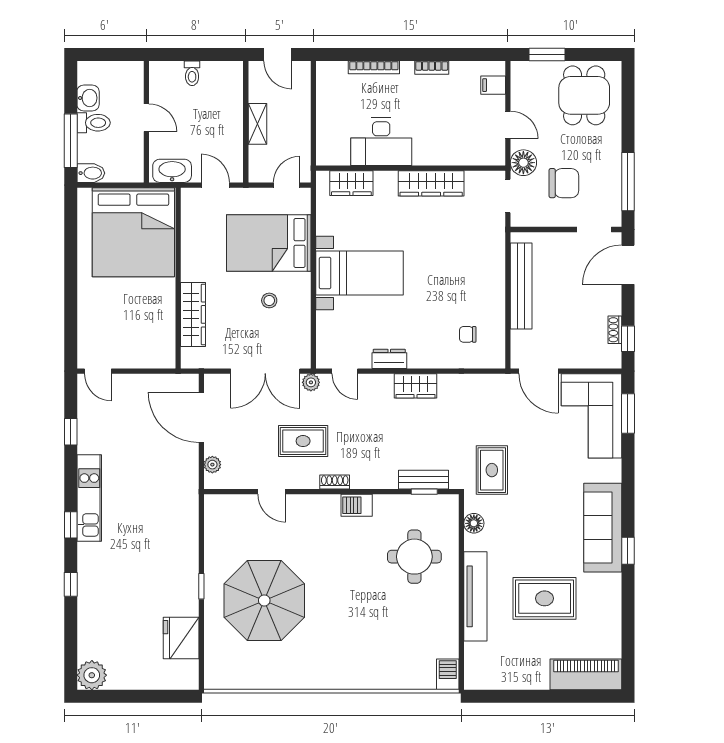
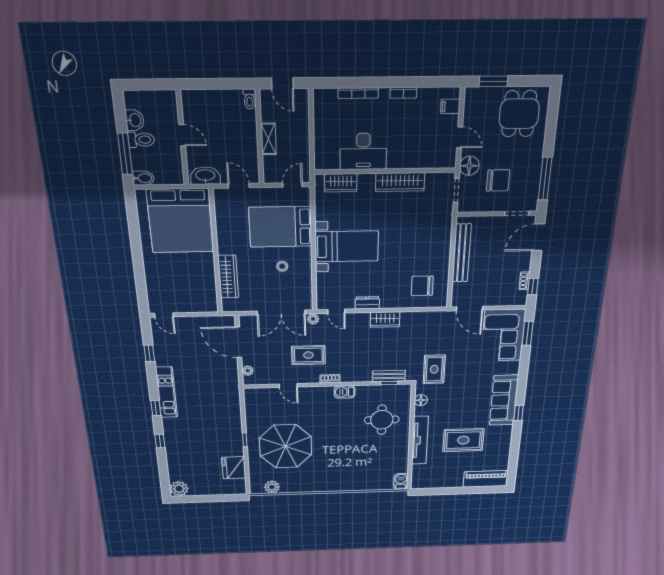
toilet: (192, 73) -> (250, 99), moved
chair: (468, 334) -> (422, 286), width x1.87, depth x1.87
plant: (240, 678) -> (272, 487), added

